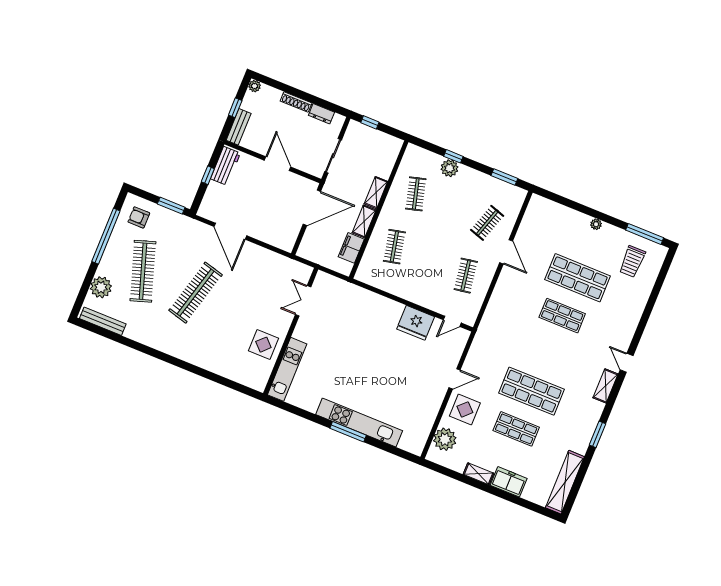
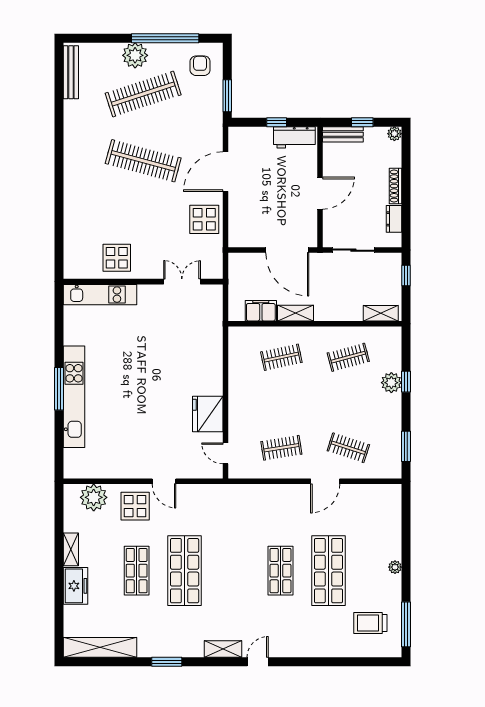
shelving: (376, 193) -> (381, 313), moved
display table: (261, 263) -> (204, 219), added
plant: (101, 287) -> (135, 55), moved

